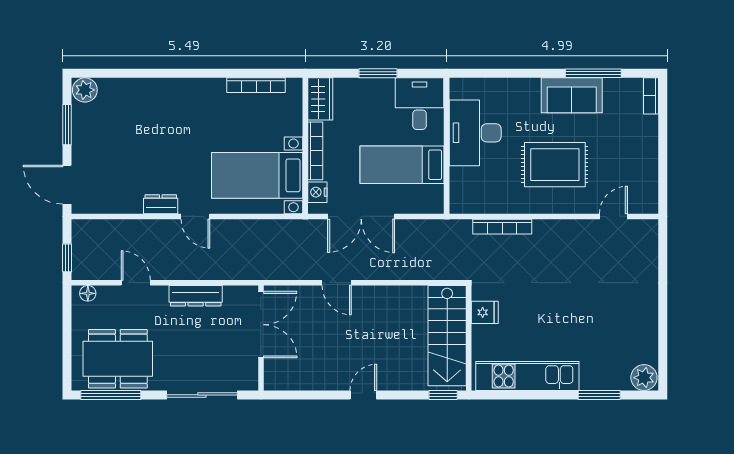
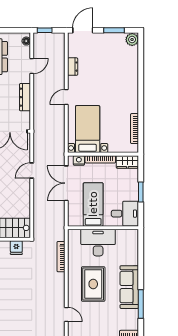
sofa: (572, 95) -> (129, 287), width x1.36
desk: (475, 133) -> (98, 243), moved
dresser: (161, 204) -> (73, 67), moved

